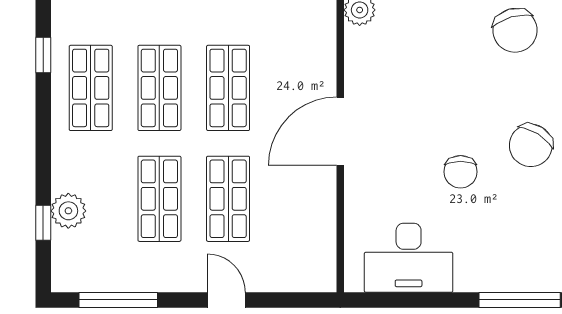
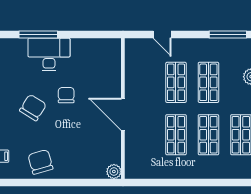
door: (340, 131) -> (123, 114), swing flipped
desk: (409, 258) -> (49, 54), moved
door: (226, 300) -> (162, 35), moved

